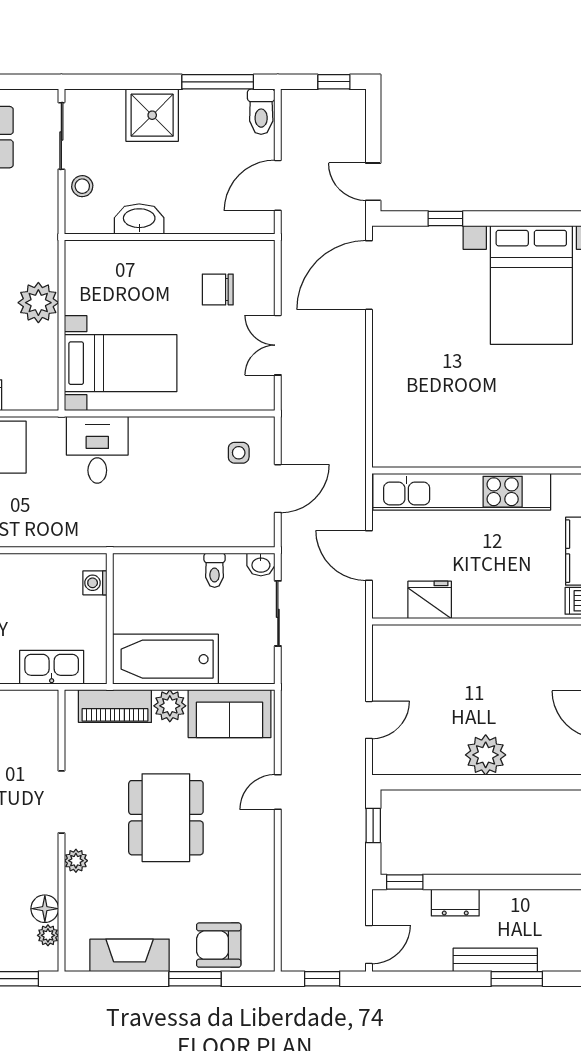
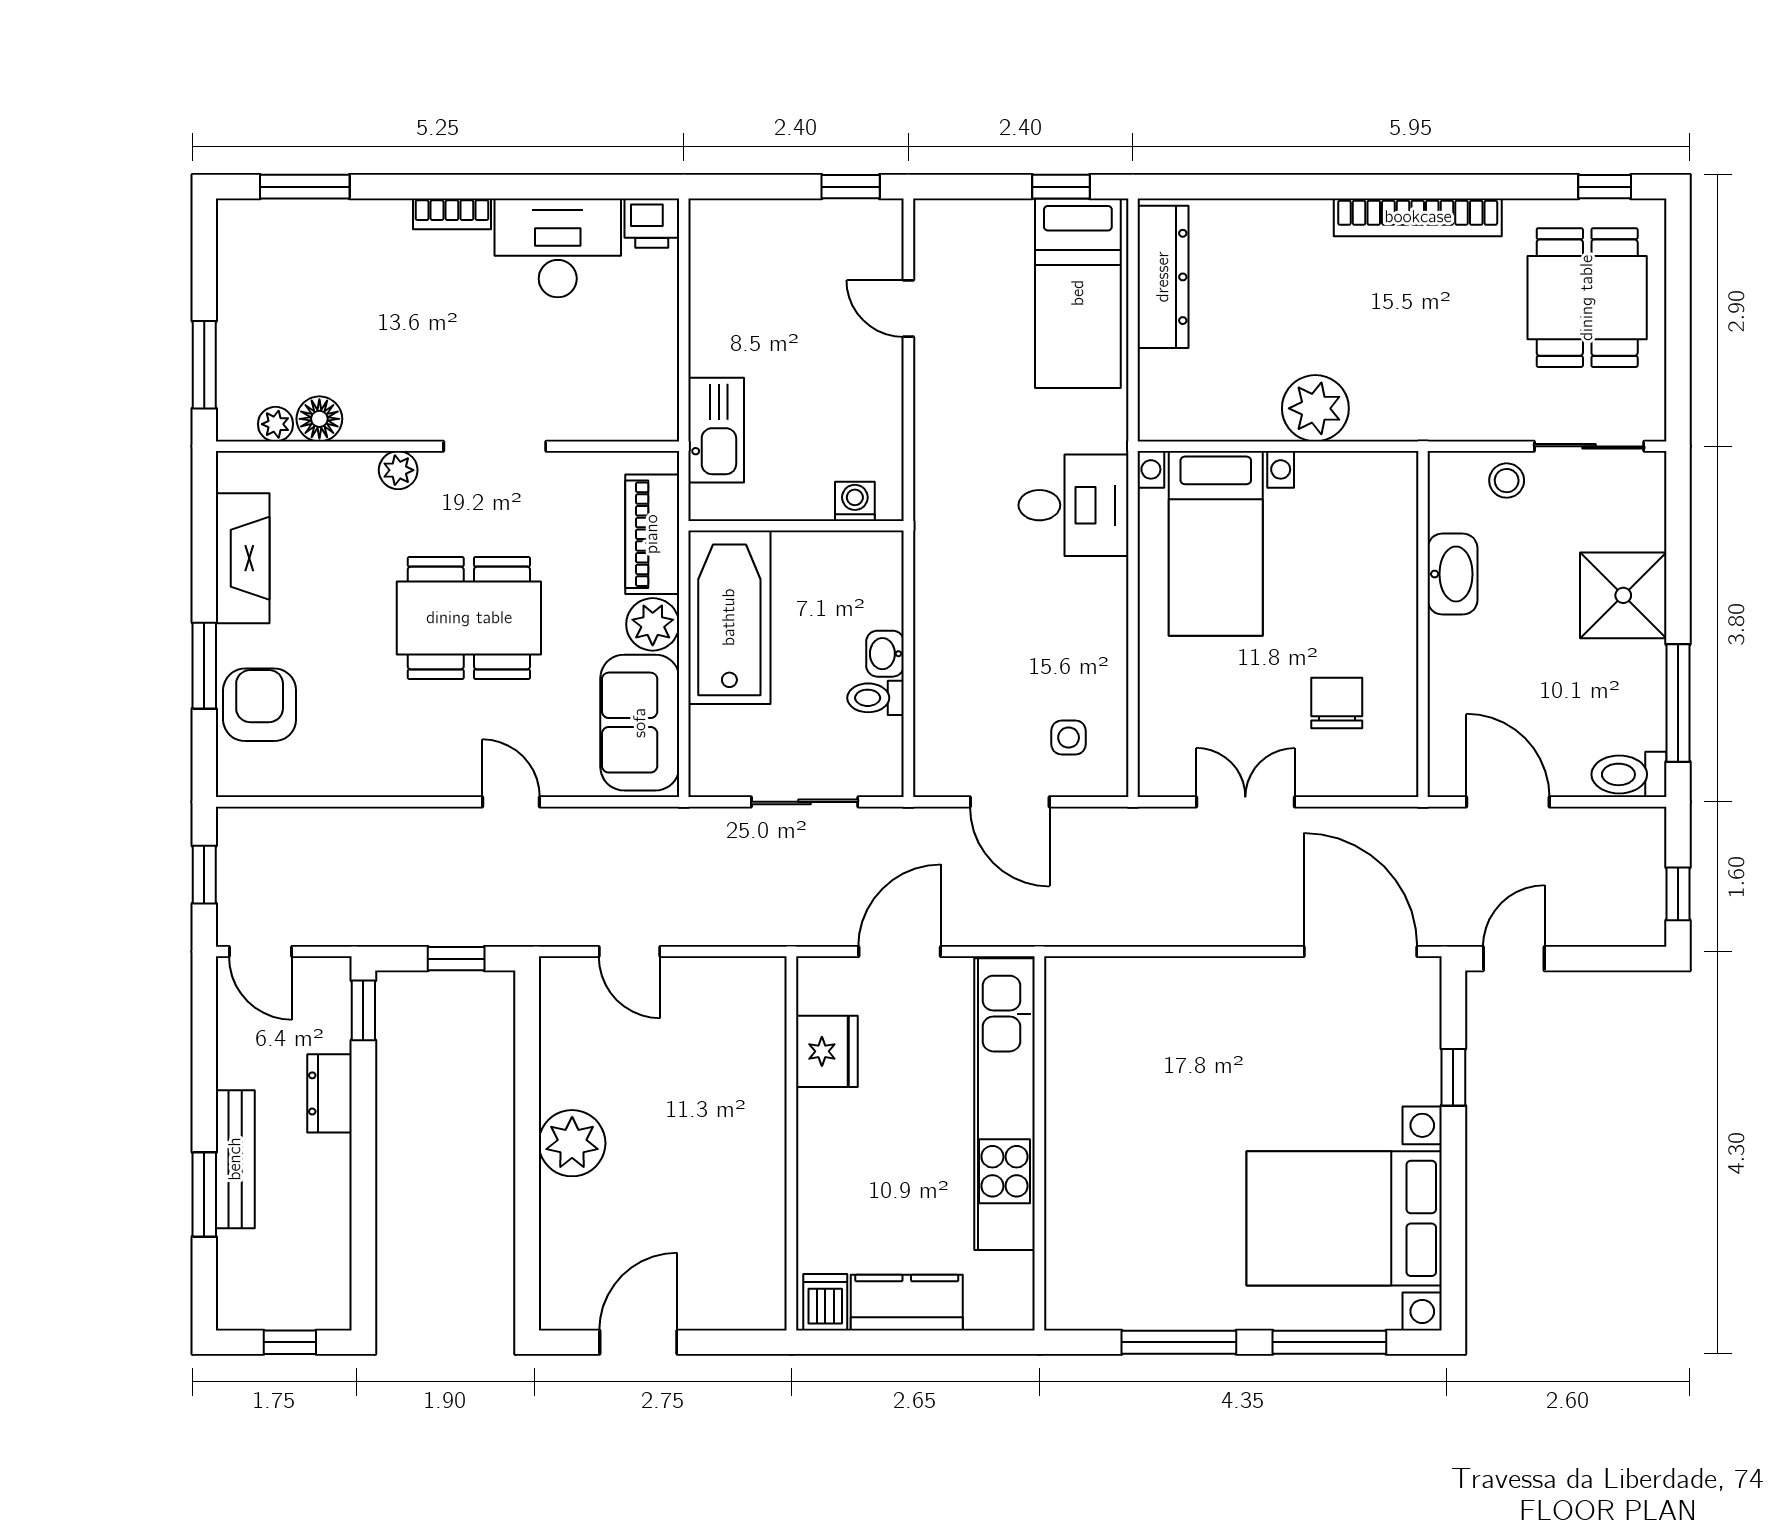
washbasin: (261, 564) -> (885, 654), moved

